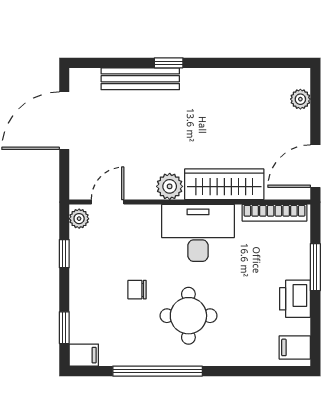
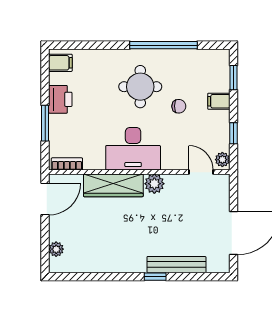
door: (108, 202) -> (201, 172), swing flipped
bookcase: (274, 213) -> (67, 164), width x0.64
filing cabinet: (84, 355) -> (219, 101), moved

